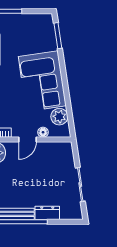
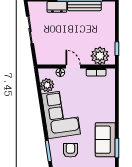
armchair: (31, 37) -> (70, 150), added
door: (27, 140) -> (73, 67), hinge flipped

